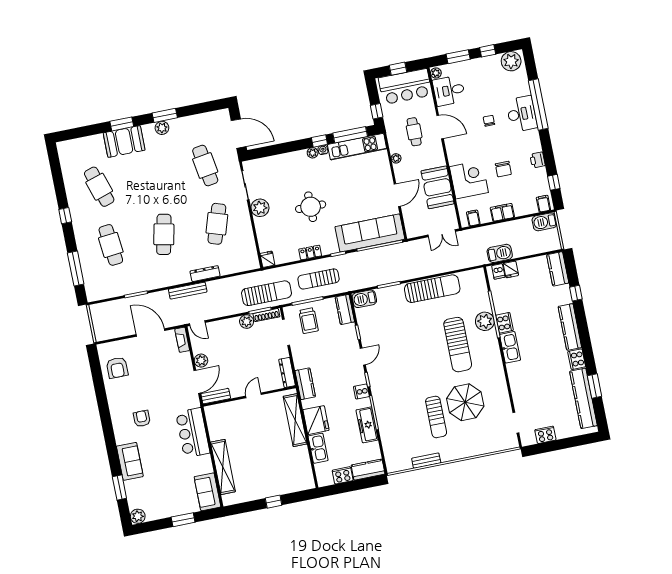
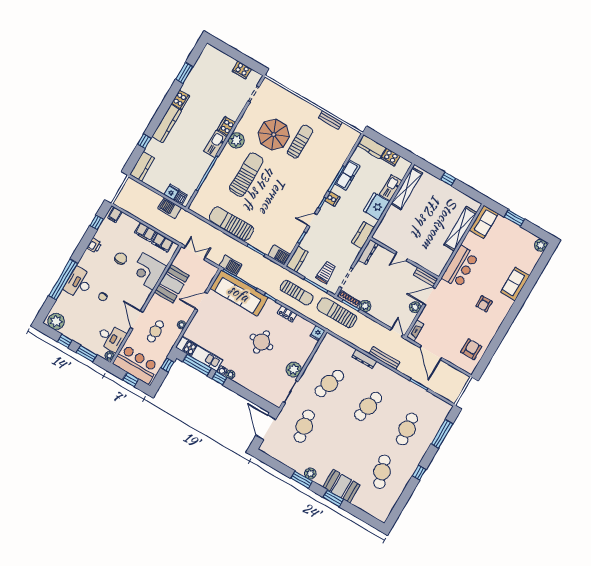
filing cabinet: (473, 218) -> (163, 242), width x2.00
barbecue: (544, 222) -> (230, 265), moved
plant: (485, 321) -> (236, 140), moved
cooker: (505, 323) -> (226, 126), moved
kitchen counter: (583, 398) -> (198, 71), removed
shelving: (295, 420) -> (407, 189), moved
window: (119, 487) -> (536, 273), removed

